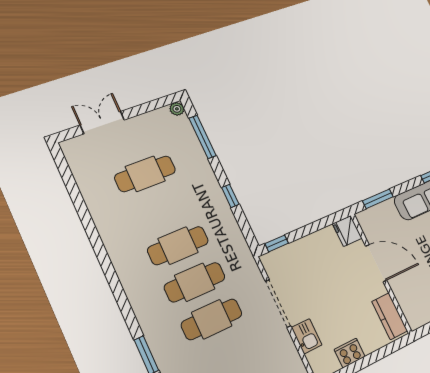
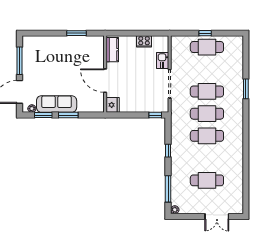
window: (378, 199) -> (68, 115), moved

